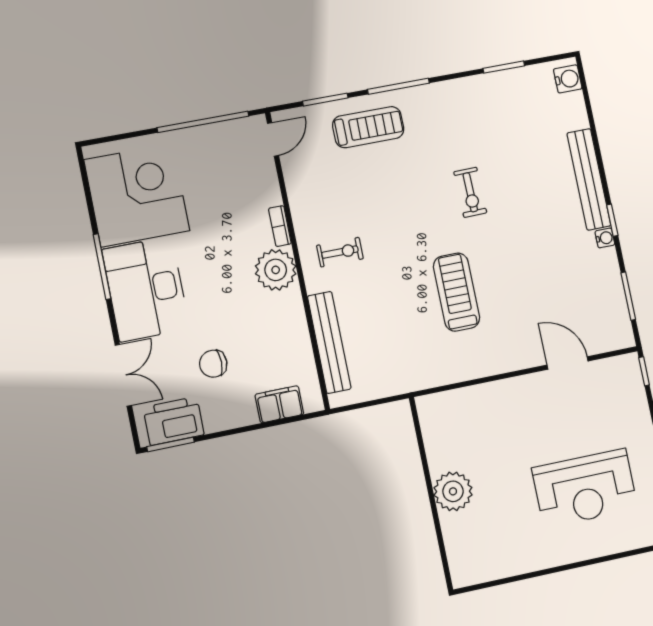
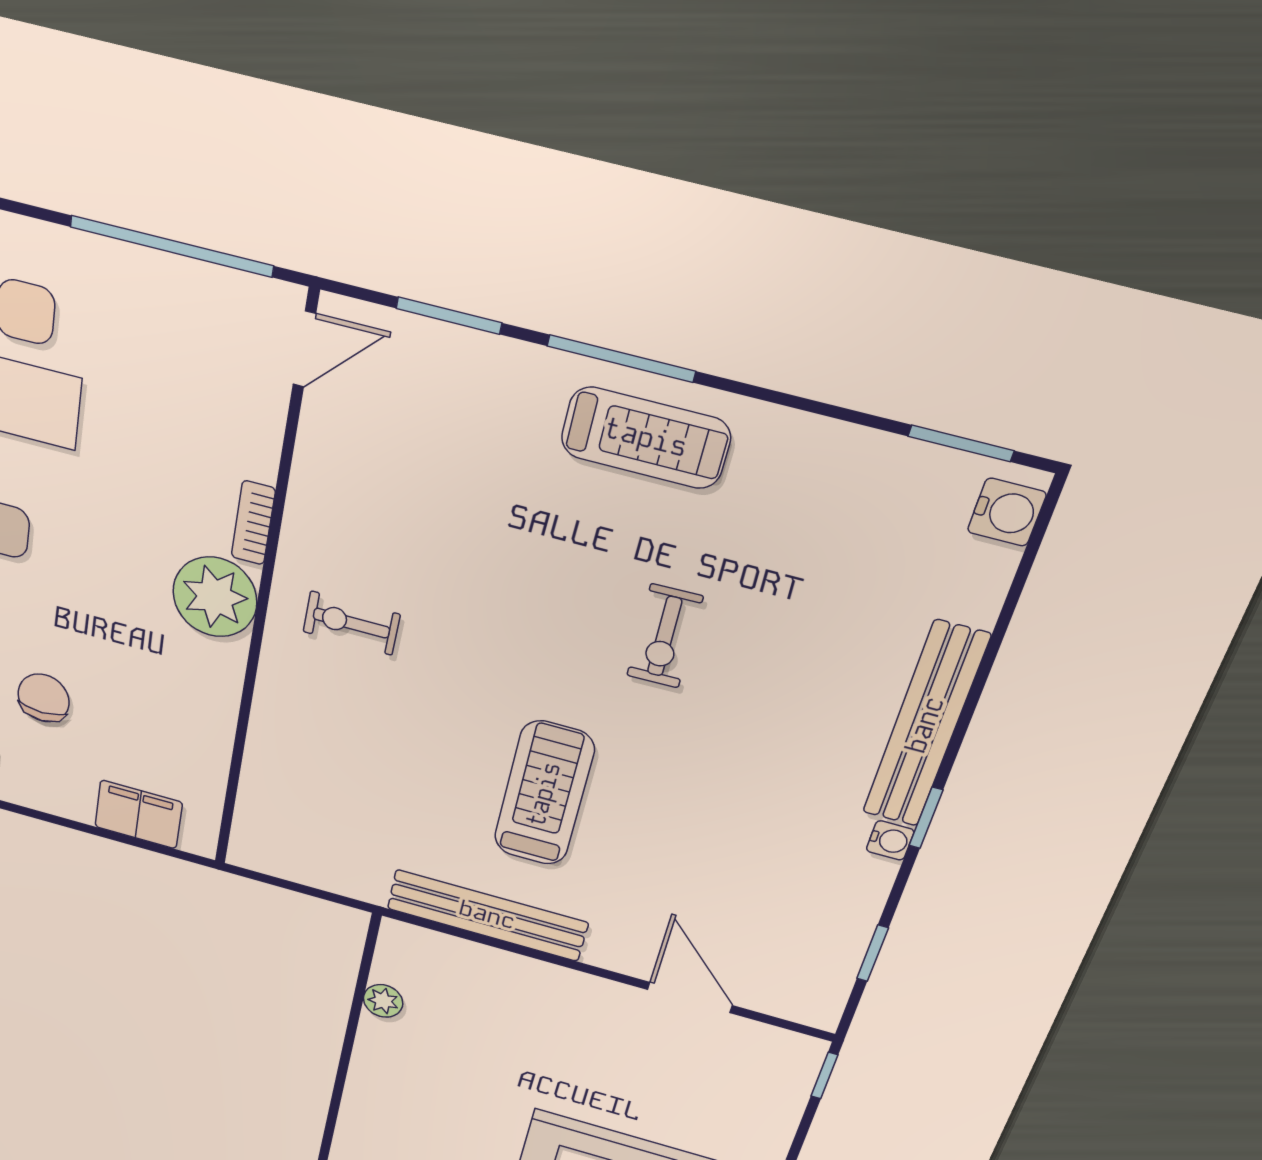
window: (504, 67) -> (961, 443), moved
treadmill: (368, 127) -> (646, 438), moved
exercise bike: (340, 252) -> (351, 623), turned 180
window: (628, 296) -> (873, 953), width x0.67
bench: (329, 342) -> (487, 915), moved, turned 90
chair: (213, 364) -> (44, 698), turned 90
plant: (453, 491) -> (383, 1001), moved, width x0.53, depth x0.53

